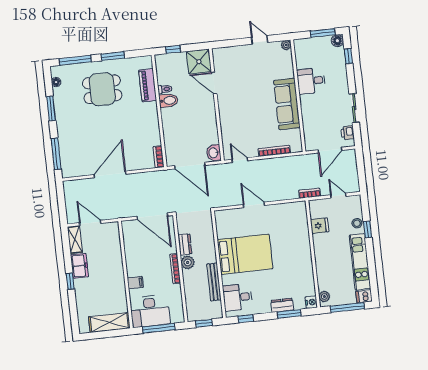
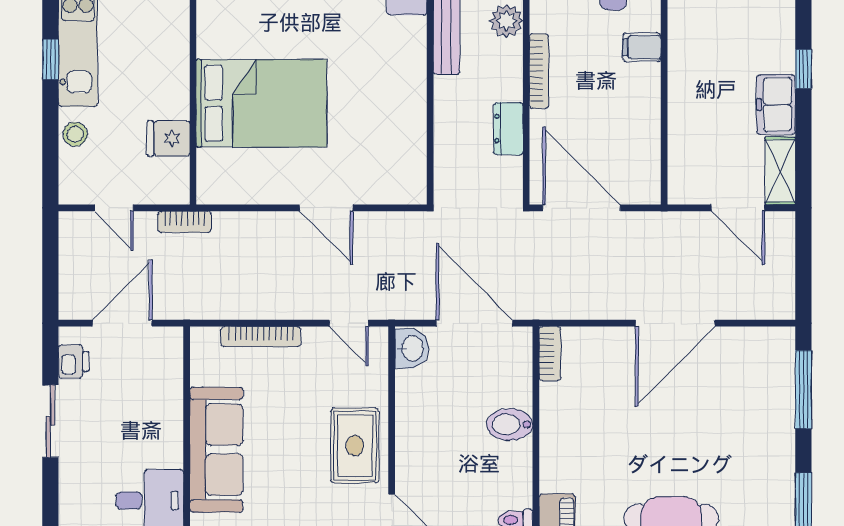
bidet: (168, 100) -> (510, 425), moved
rug: (232, 112) -> (355, 446), added
window: (368, 229) -> (50, 59), moved
bed: (245, 254) -> (261, 103), moved, turned 180
plant: (188, 262) -> (506, 21), moved

